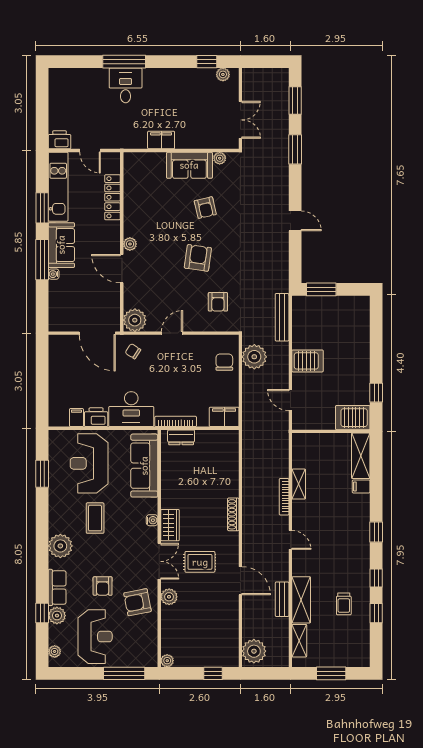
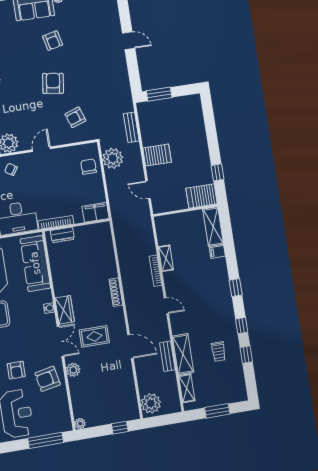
armchair: (218, 302) -> (75, 117), turned 71
bench: (282, 317) -> (131, 127), width x0.73

